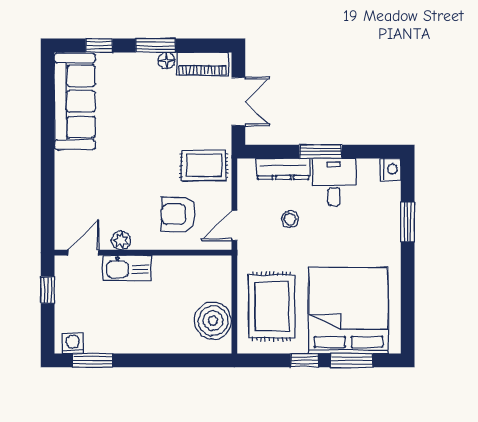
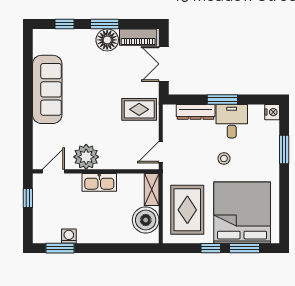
floor lamp: (166, 61) -> (107, 40), width x1.89, depth x1.89
sofa: (75, 101) -> (47, 89), moved
double door: (238, 102) -> (164, 64), swing flipped
armchair: (178, 214) -> (121, 144), removed
stool: (290, 219) -> (224, 158), moved
plant: (121, 240) -> (86, 157), width x1.87, depth x1.87
kitchen sink: (127, 268) -> (99, 182), moved
shelving: (221, 278) -> (152, 189), added
washing machine: (73, 343) -> (69, 236), moved

